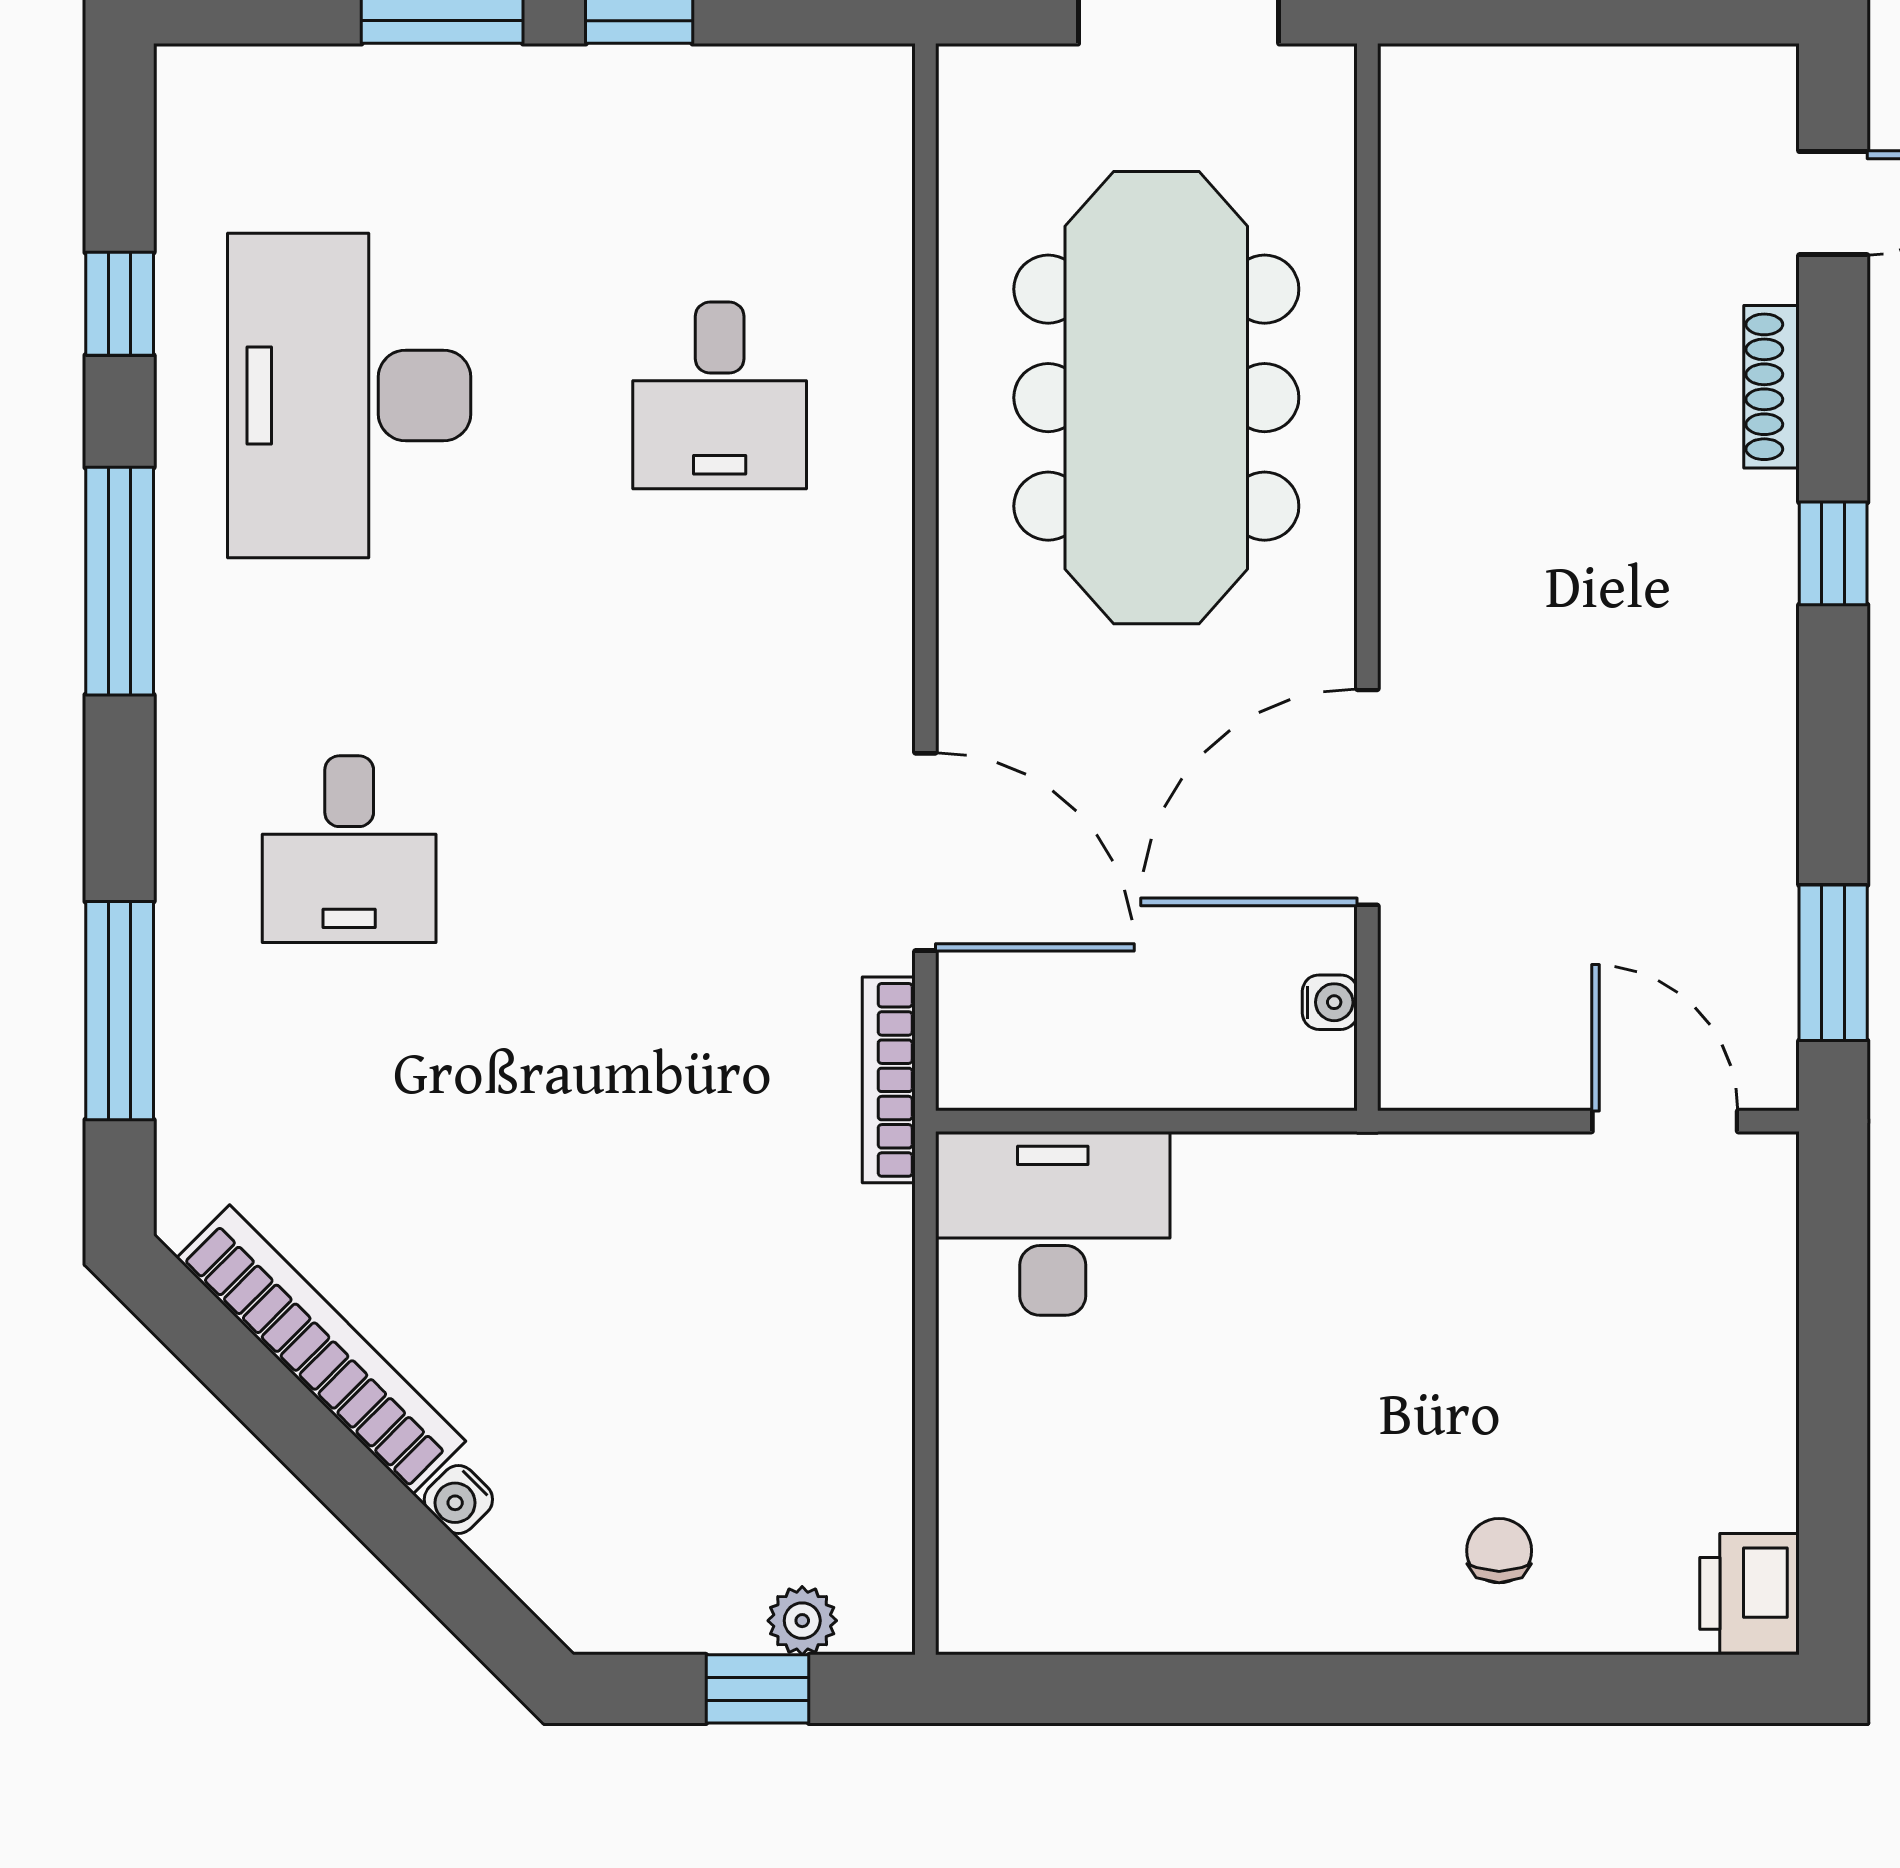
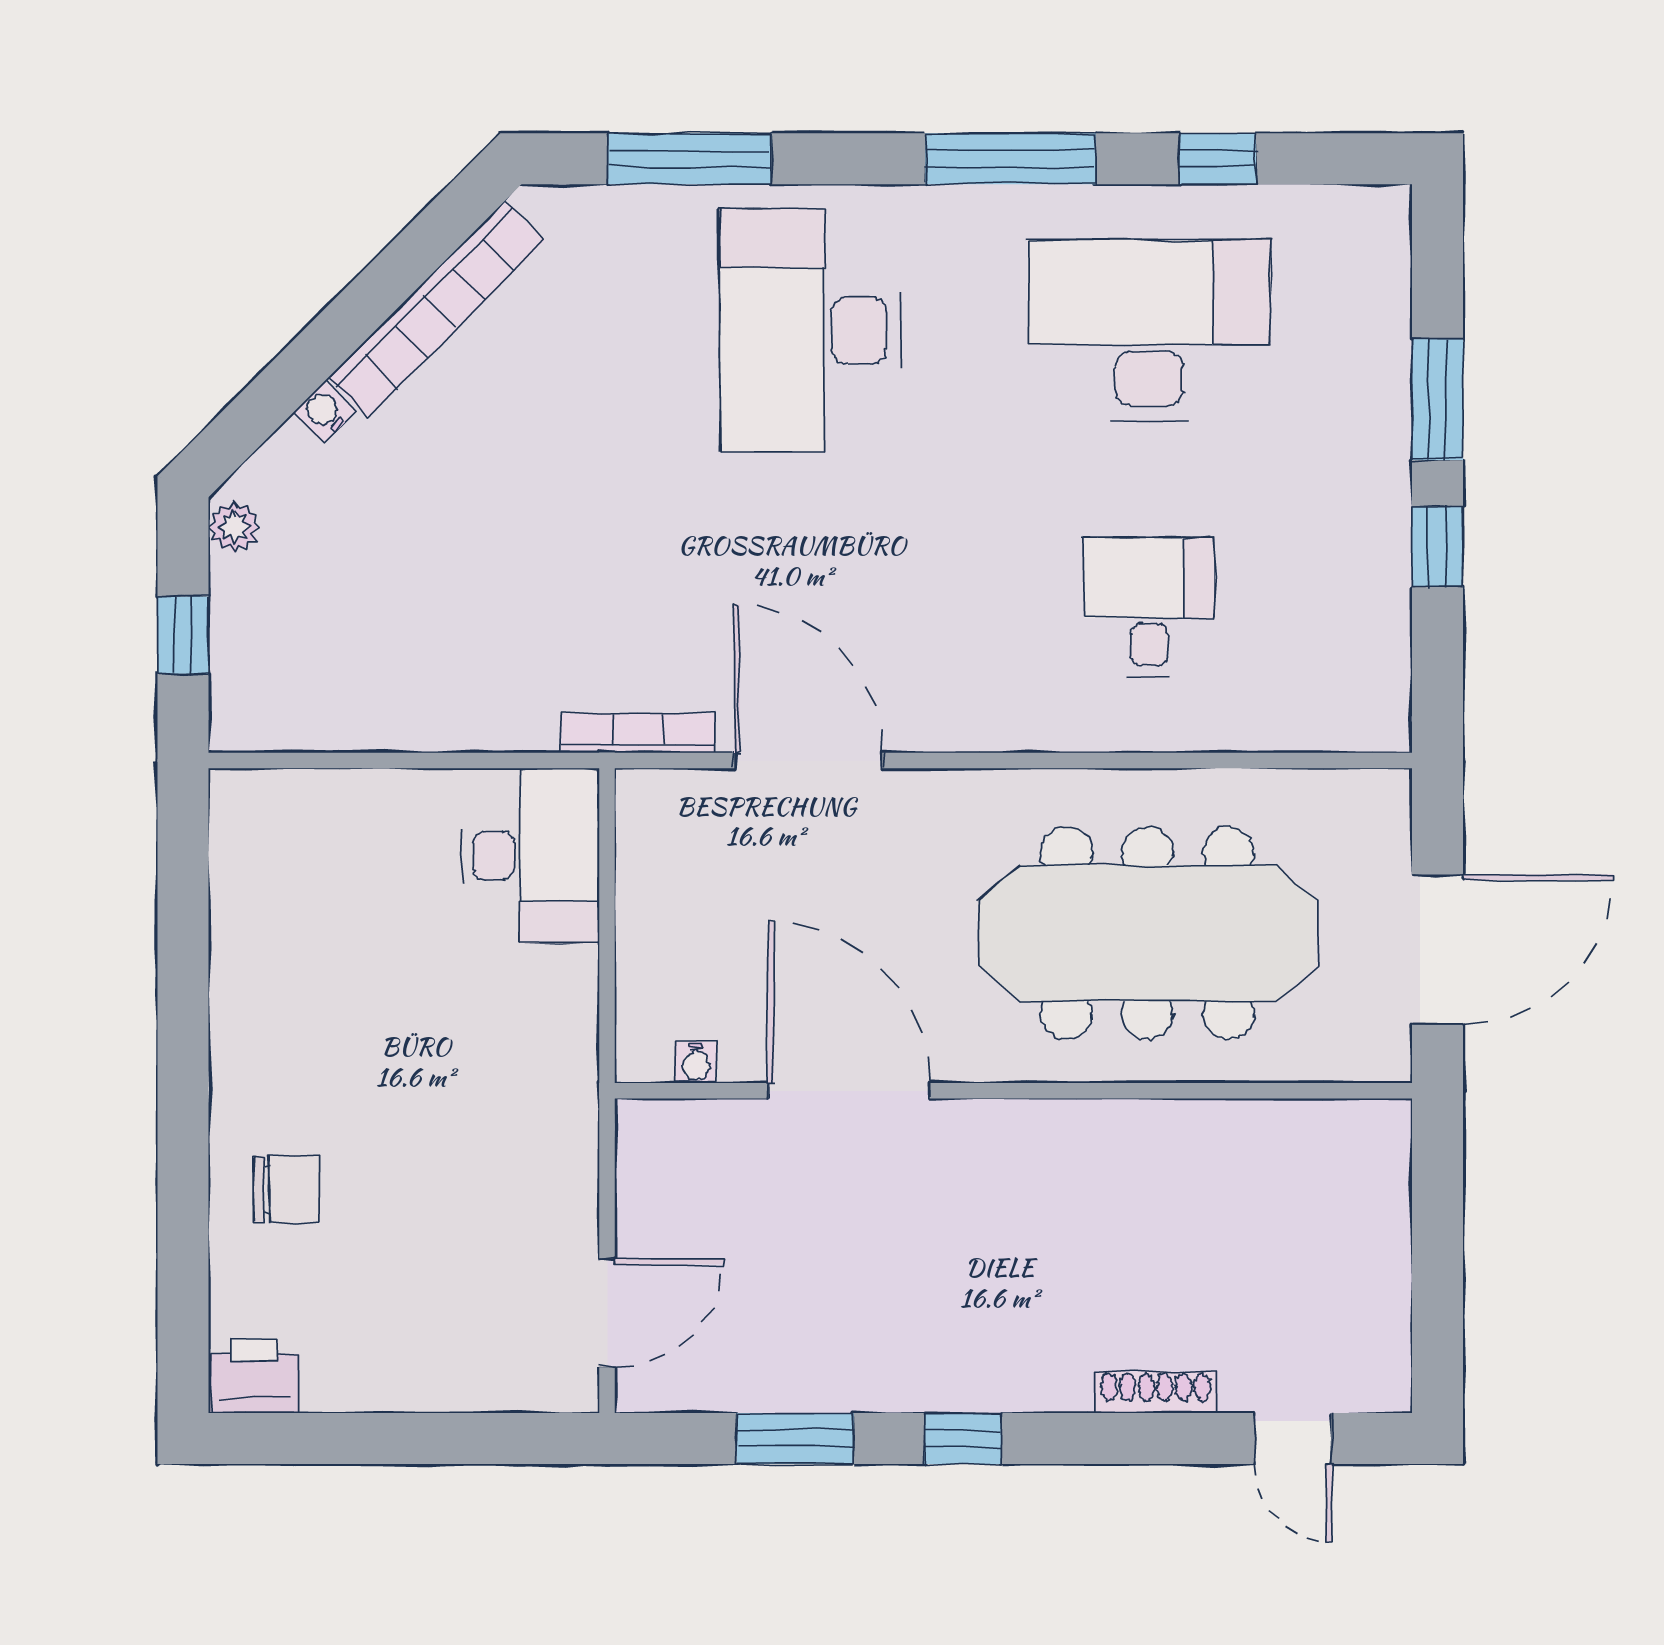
desk: (720, 395) -> (1149, 607), turned 90
window: (1833, 553) -> (963, 1439), moved
desk: (349, 849) -> (810, 330), width x1.87, depth x1.30
door: (925, 852) -> (808, 761), swing flipped
window: (1833, 963) -> (795, 1439), moved
chair: (1499, 1551) -> (286, 1189), width x1.37, depth x1.37
plant: (802, 1621) -> (234, 527), moved

